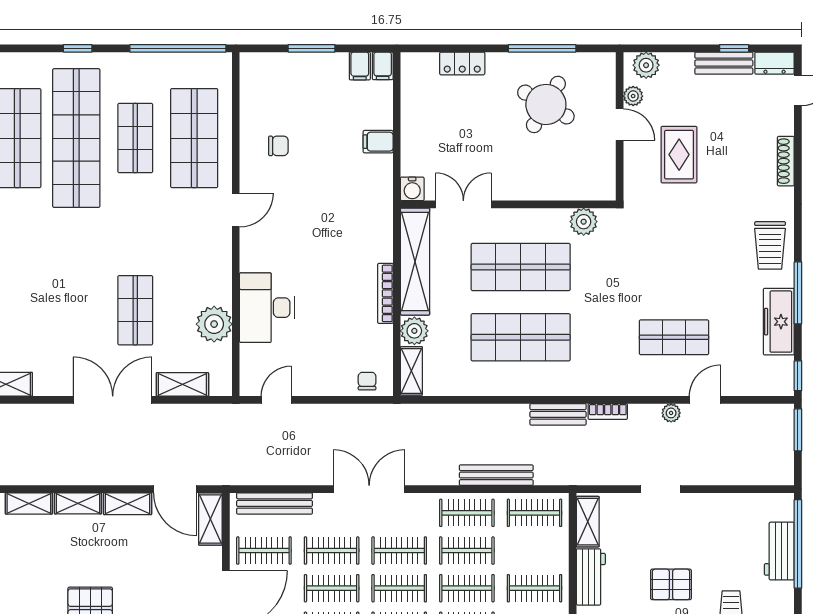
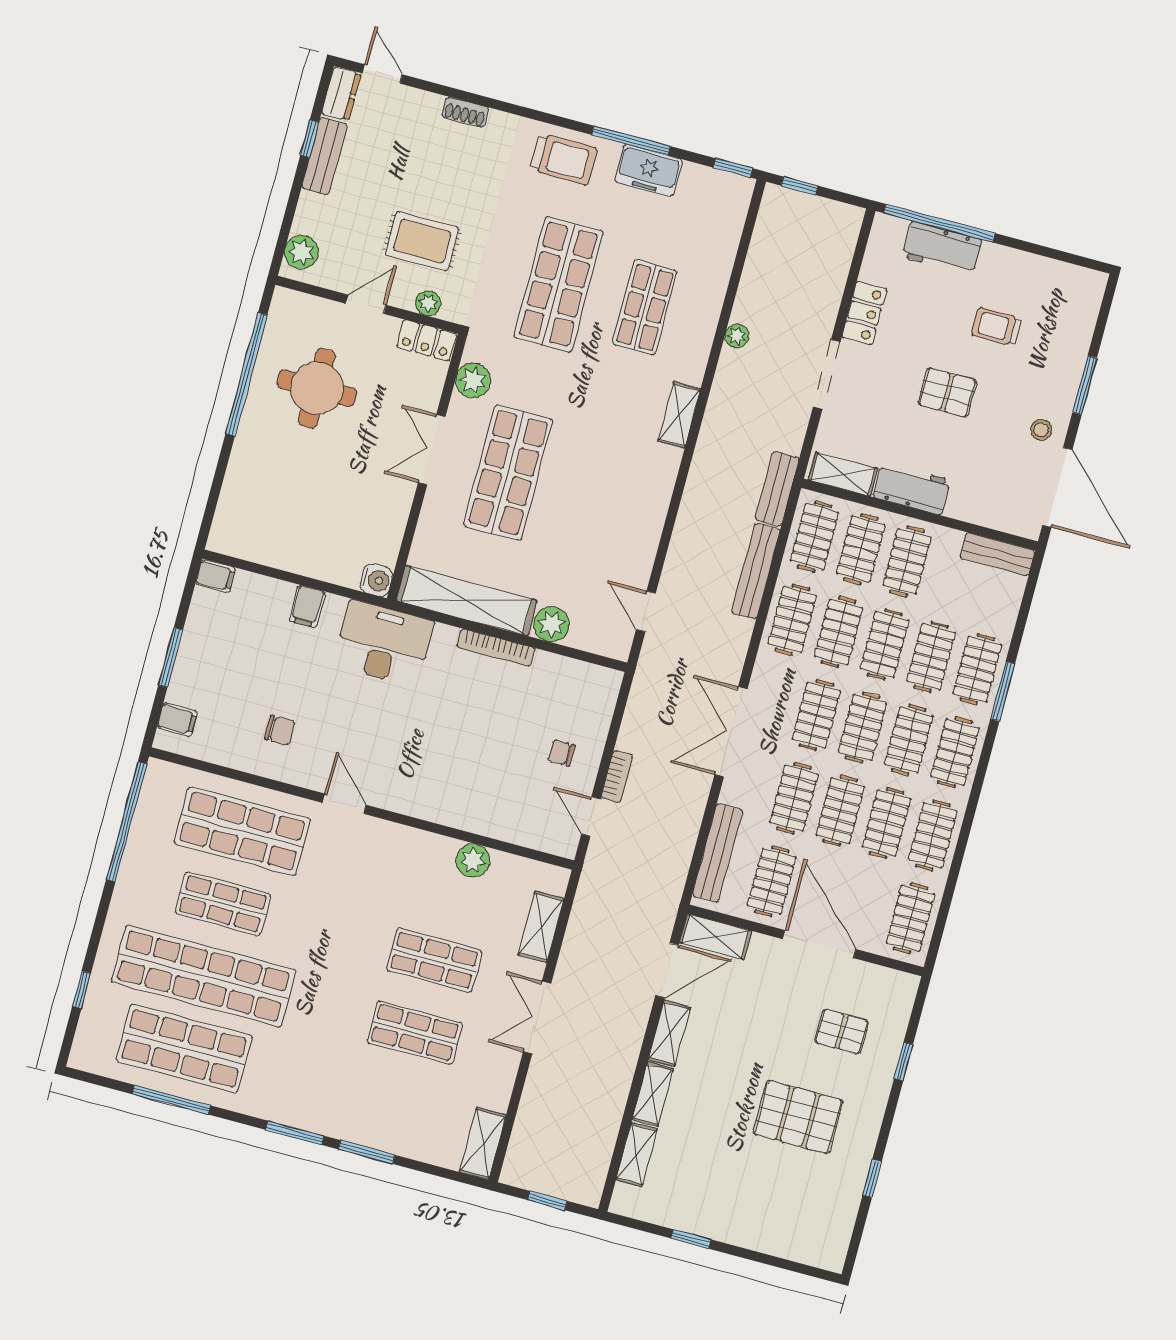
window: (78, 48) -> (82, 990), moved
window: (542, 48) -> (246, 374), width x1.46
locker: (462, 63) -> (426, 340), moved, turned 90
filing cabinet: (360, 66) -> (177, 720), moved
plant: (633, 96) -> (428, 303), moved
round table: (546, 104) -> (317, 388), turned -30
chair: (278, 146) -> (280, 730), turned 90
shoe rack: (786, 161) -> (465, 112), width x0.70
double door: (463, 204) -> (432, 450), moved
desk: (267, 308) -> (384, 643), moved, turned 180
shop shelf: (76, 310) -> (415, 1033), added
freezer: (779, 322) -> (648, 170), width x0.71
plant: (214, 324) -> (473, 860), width x0.73, depth x0.73
shop shelf: (521, 337) -> (558, 284), moved
shelving: (411, 371) -> (679, 415), moved, turned 90
chair: (367, 381) -> (562, 753), moved
double door: (113, 400) -> (537, 1018), width x0.73
door: (705, 400) -> (646, 611), moved
bookcase: (608, 412) -> (617, 776), moved
bench: (558, 414) -> (777, 489), moved
window: (798, 430) -> (799, 186), width x0.67
doorway: (660, 489) -> (827, 374), width x1.38
locker: (714, 505) -> (864, 313), added
clothes rail: (534, 551) -> (861, 549), added
pallet: (671, 584) -> (947, 392), turned 90

